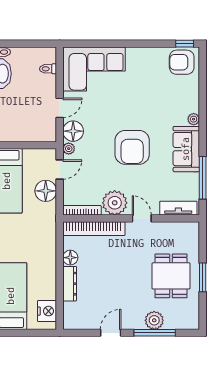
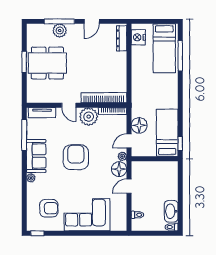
armchair: (182, 62) -> (49, 208), moved
corner sofa: (94, 69) -> (87, 215), moved
floor lamp: (70, 258) -> (121, 76), removed
dining table: (171, 276) -> (47, 63), width x1.38
dresser: (70, 284) -> (122, 38), moved

